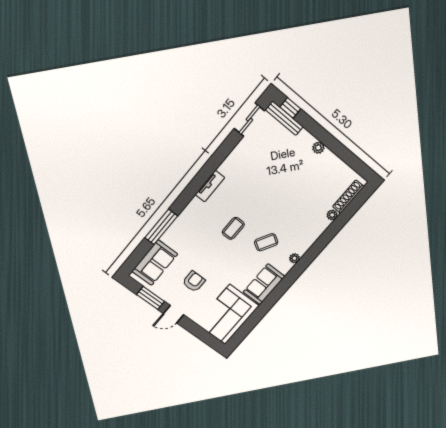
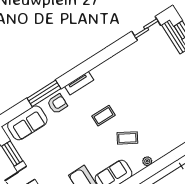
tv unit: (210, 186) -> (79, 83), moved
armchair: (194, 281) -> (57, 104), moved

